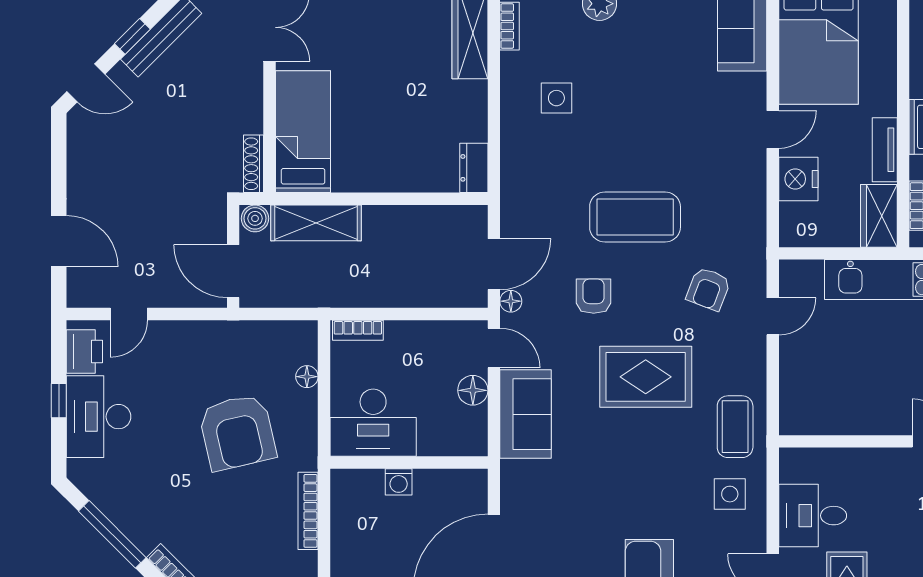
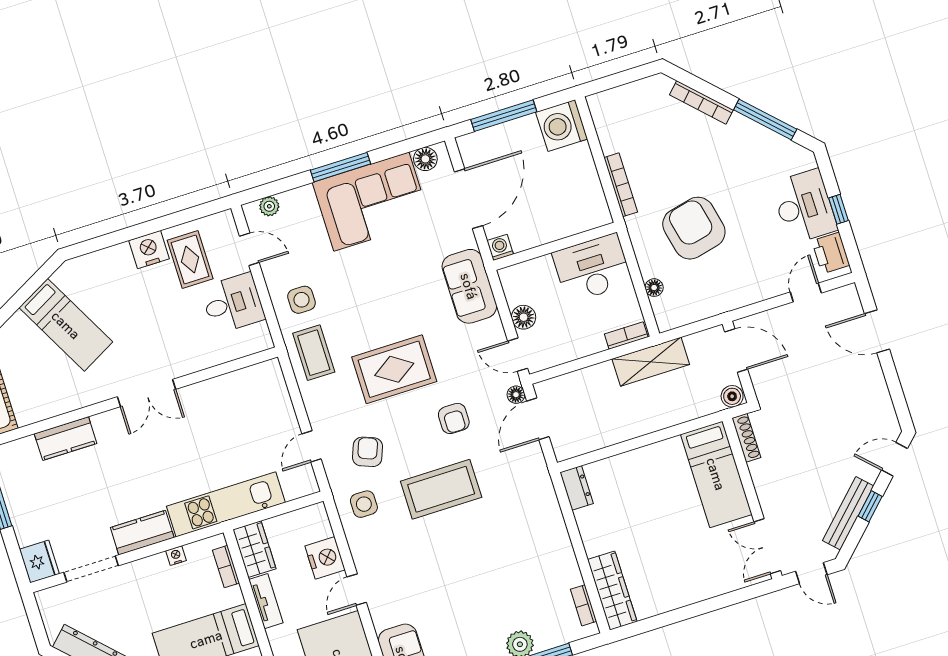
side table: (556, 98) -> (364, 504), moved
shelving: (316, 223) -> (651, 362), moved
sofa: (526, 414) -> (469, 286), moved
washing machine: (399, 482) -> (500, 247), moved

